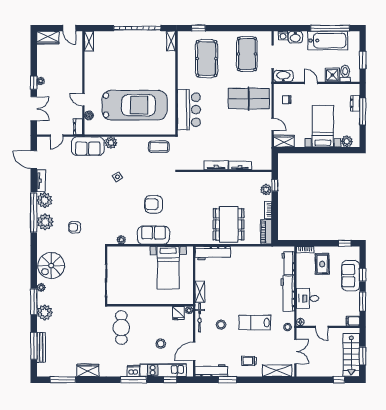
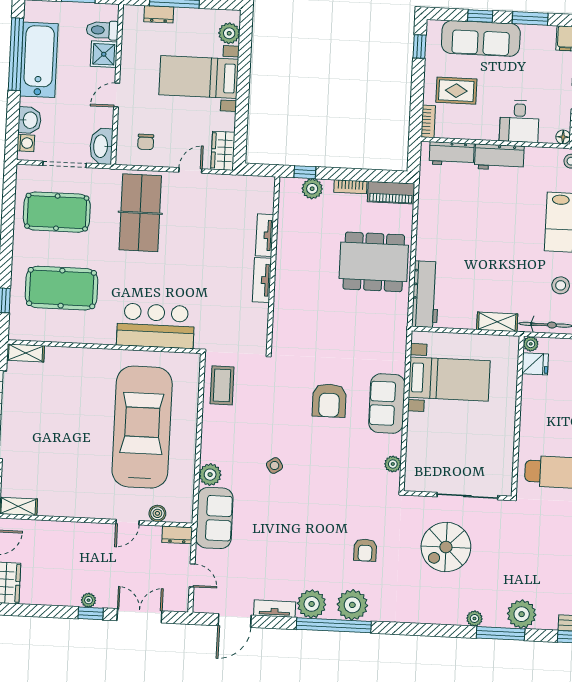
spiral stairs: (51, 266) -> (446, 547), moved, turned 90
sofa: (351, 276) -> (481, 38), width x1.36
workbench: (288, 294) -> (499, 157), width x0.73

